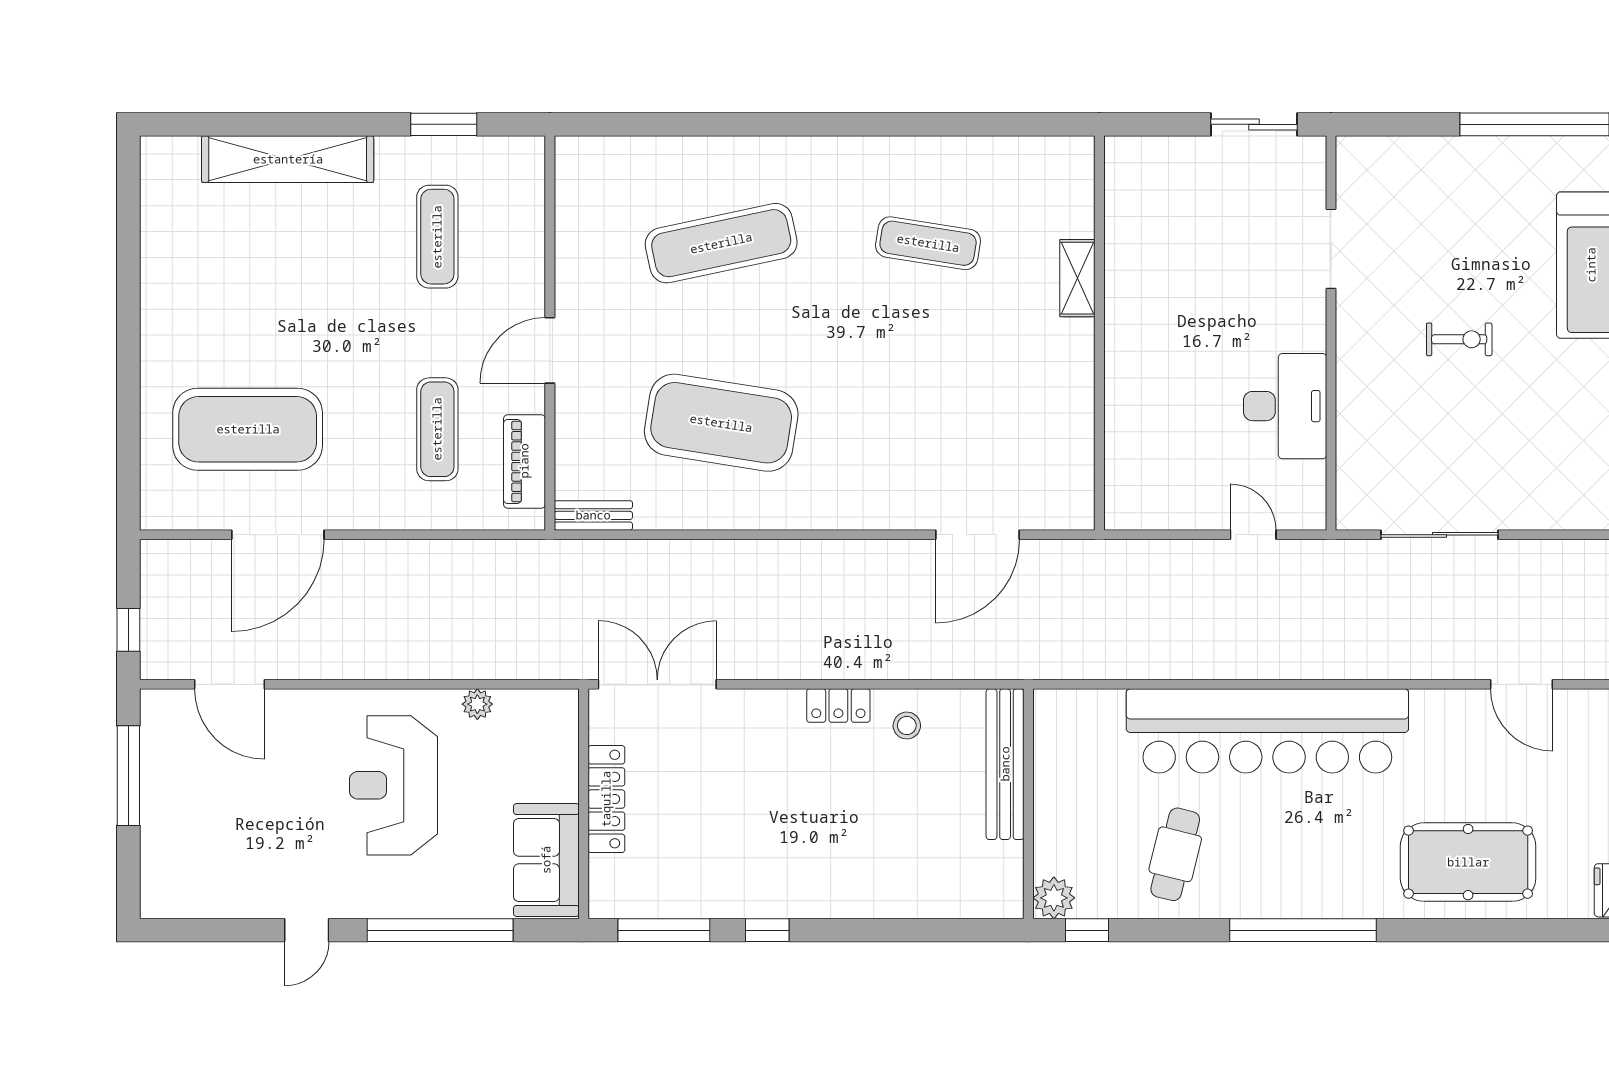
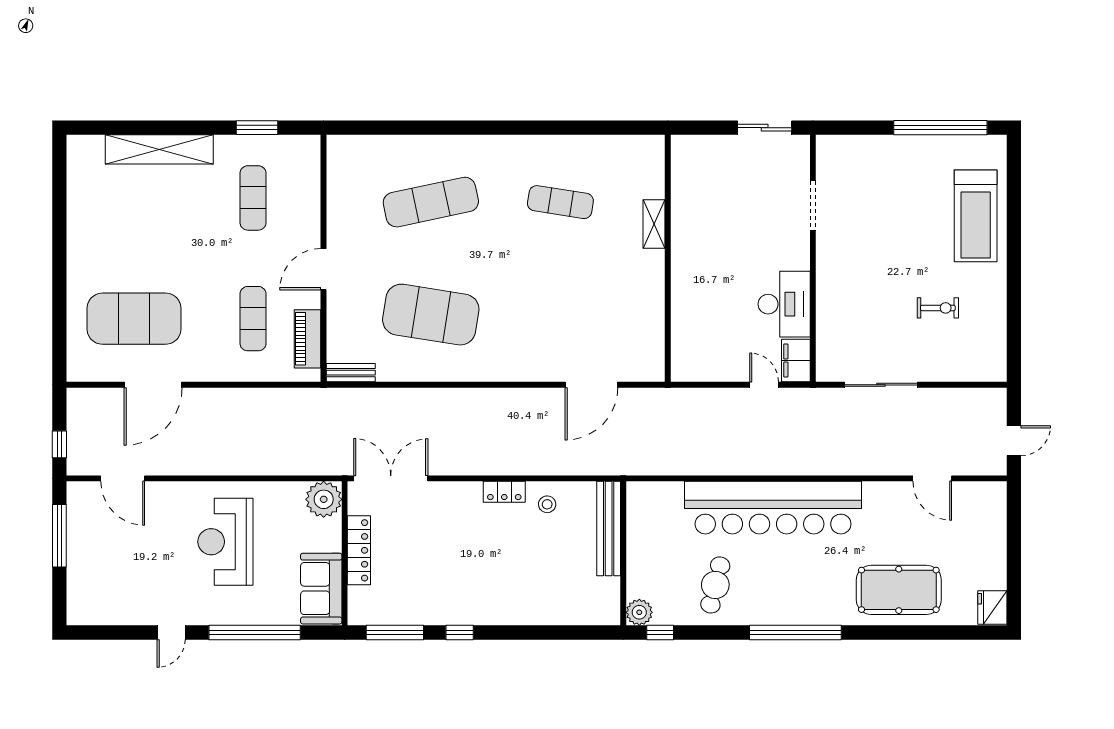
exercise bike: (1459, 339) -> (938, 308), moved
filing cabinet: (1304, 496) -> (796, 361), added
plant: (477, 704) -> (324, 499), moved, width x1.88, depth x1.88

